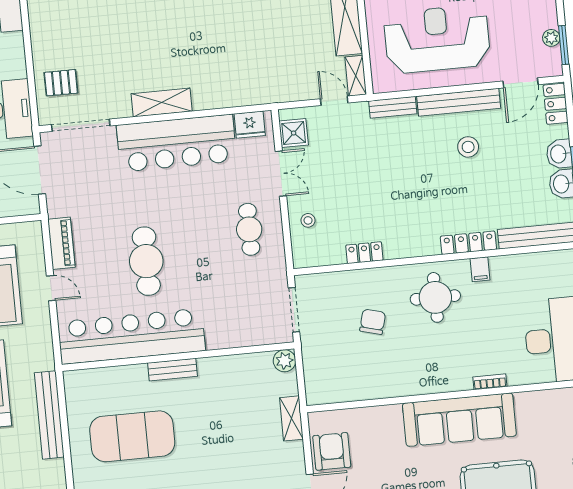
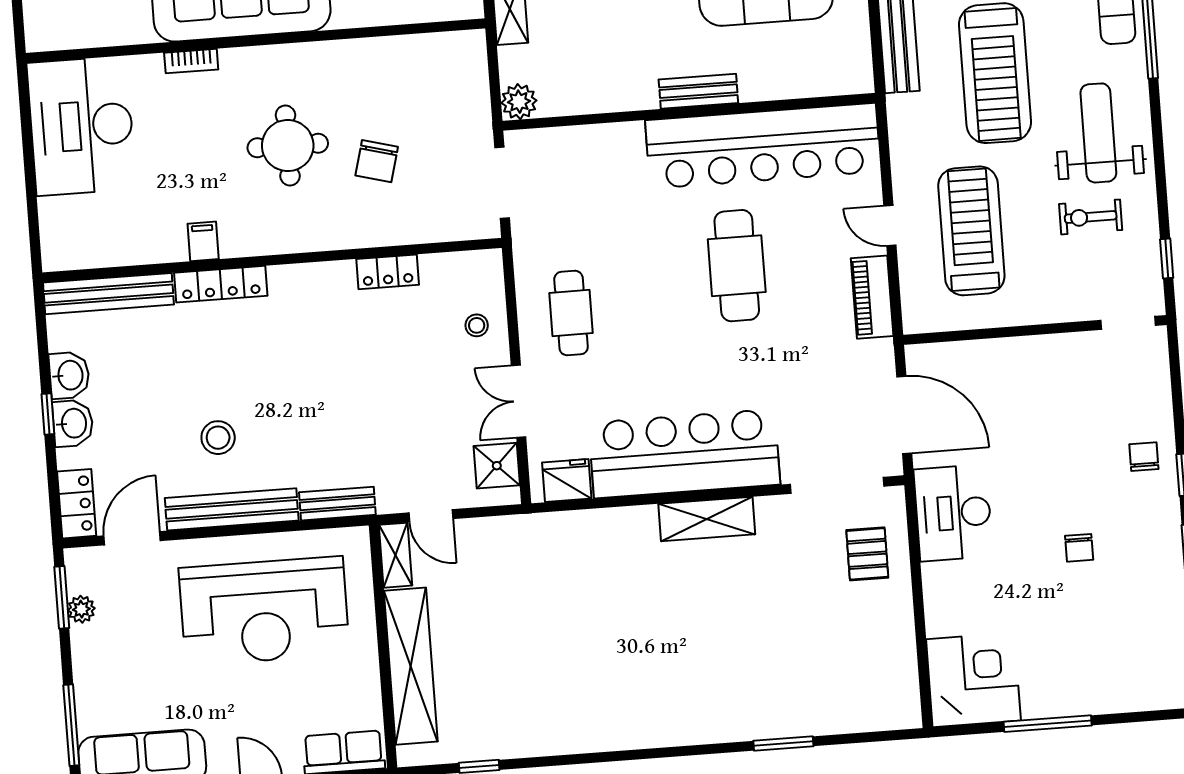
pallet: (61, 83) -> (867, 554), turned 90
round table: (435, 297) -> (288, 146), moved

